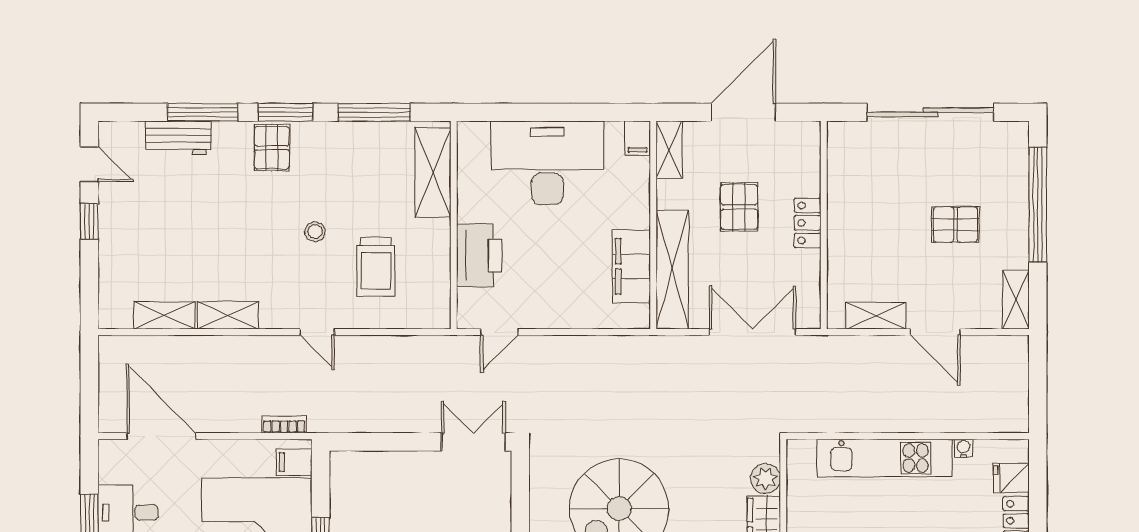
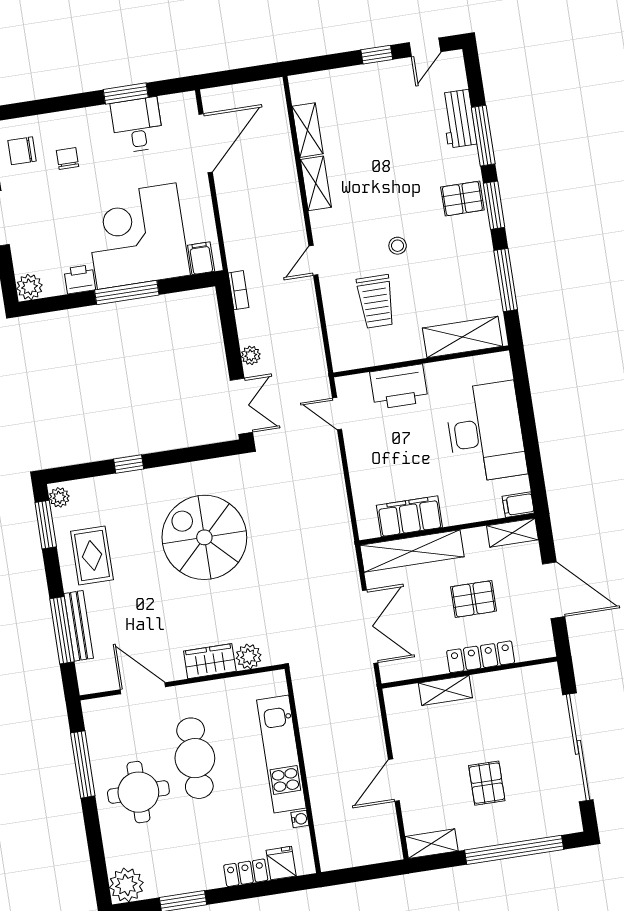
locker: (808, 223) -> (481, 657), width x1.53
trolley: (376, 267) -> (376, 301), turned -90
shelving: (876, 316) -> (445, 690), moved, turned 90
plant: (416, 422) -> (251, 355), added
bookcase: (284, 424) -> (238, 290), moved

